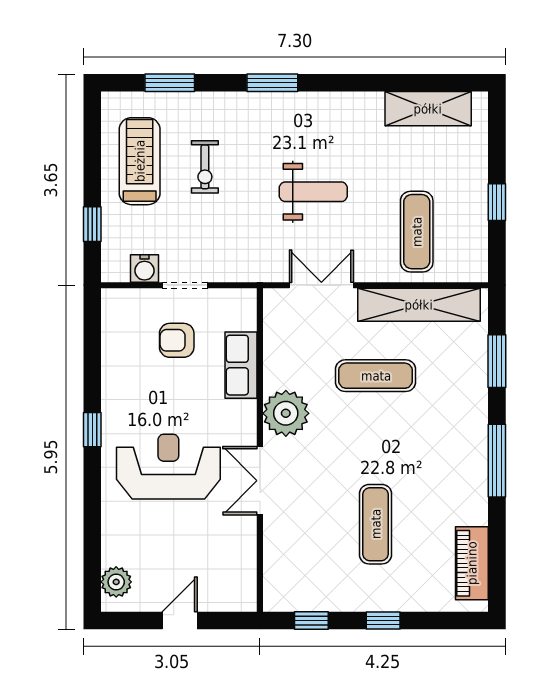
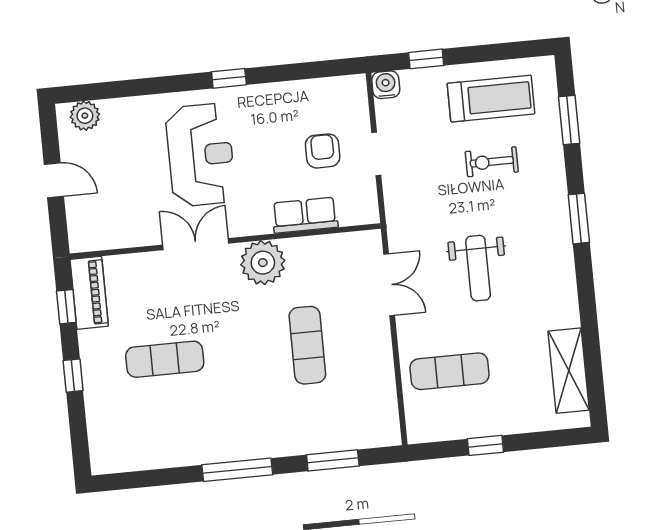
water cooler: (144, 268) -> (386, 85), moved, turned 90
shelving: (419, 305) -> (380, 380), removed
piano: (472, 563) -> (89, 293), moved, turned 90

